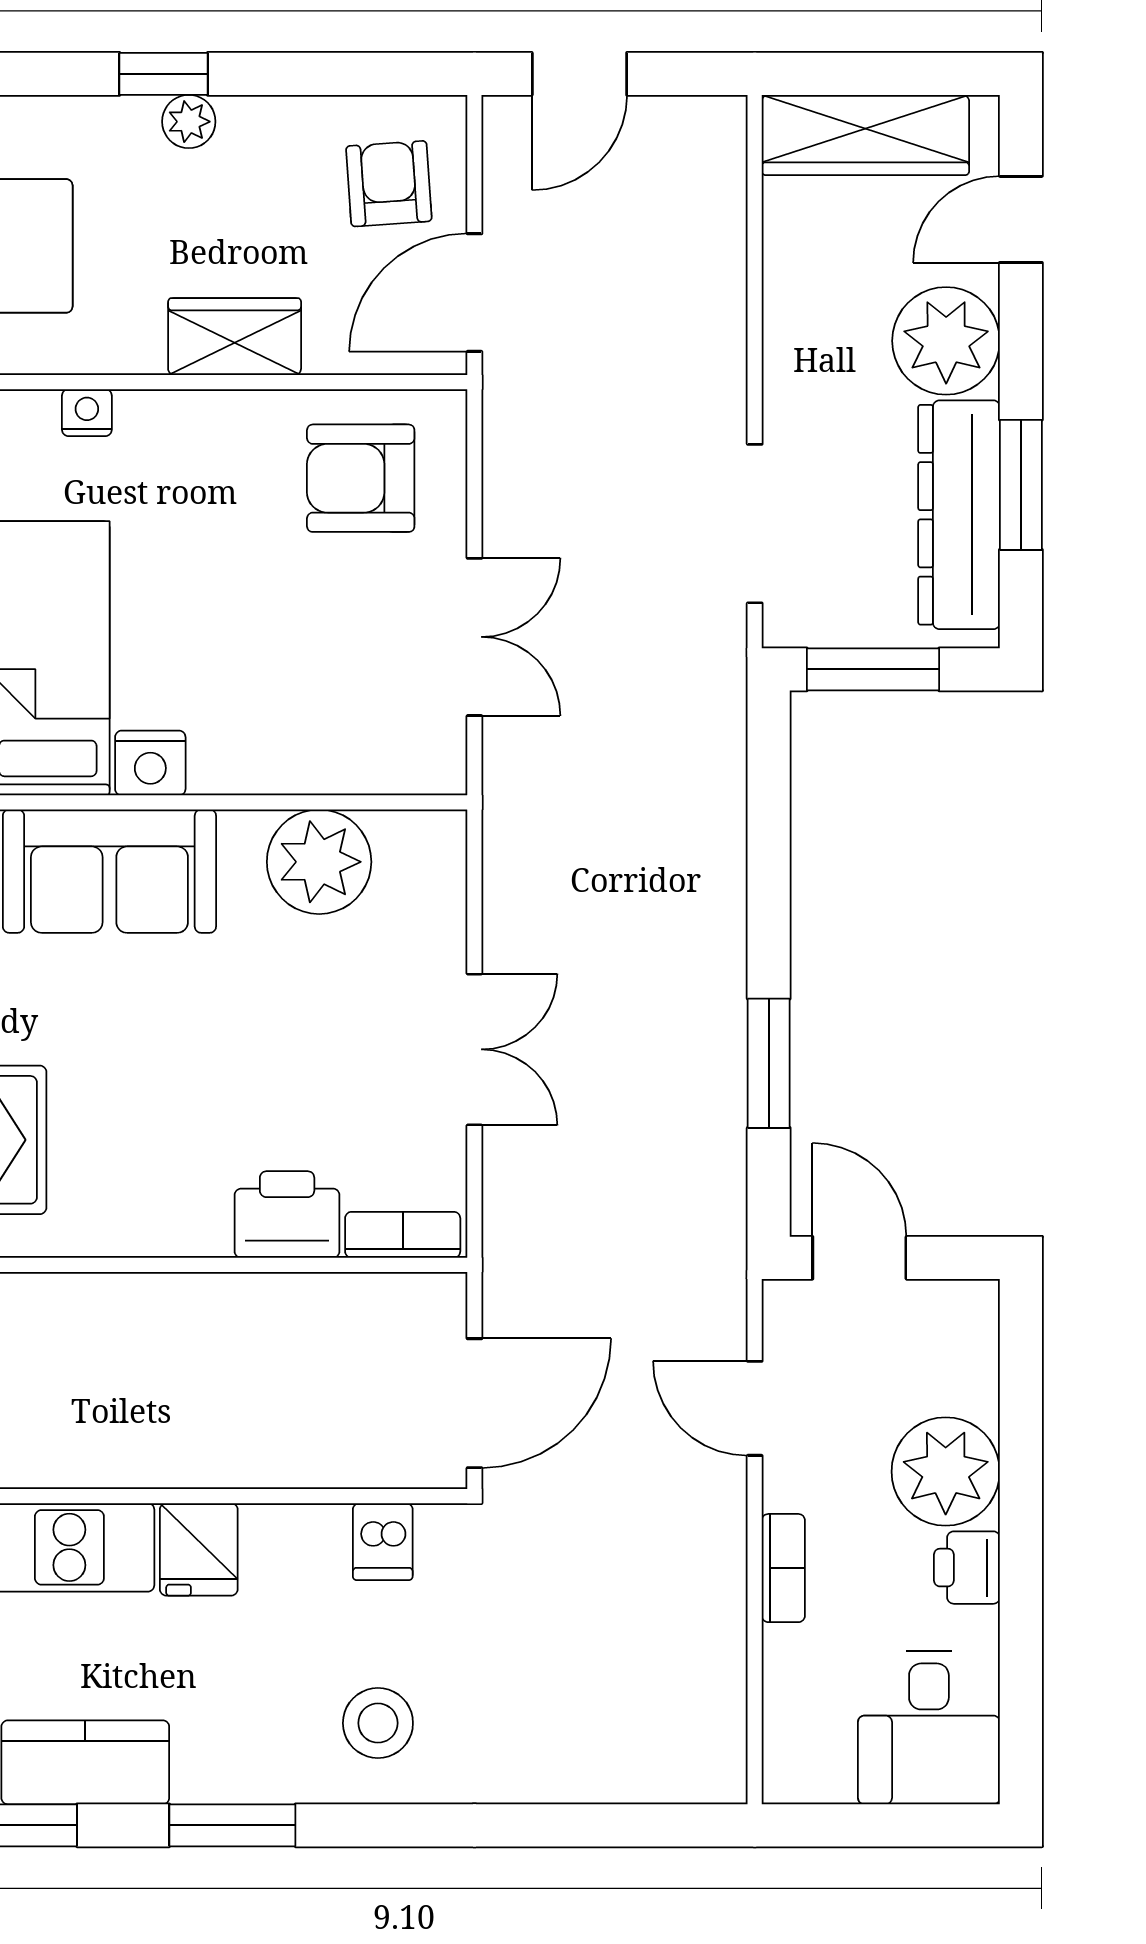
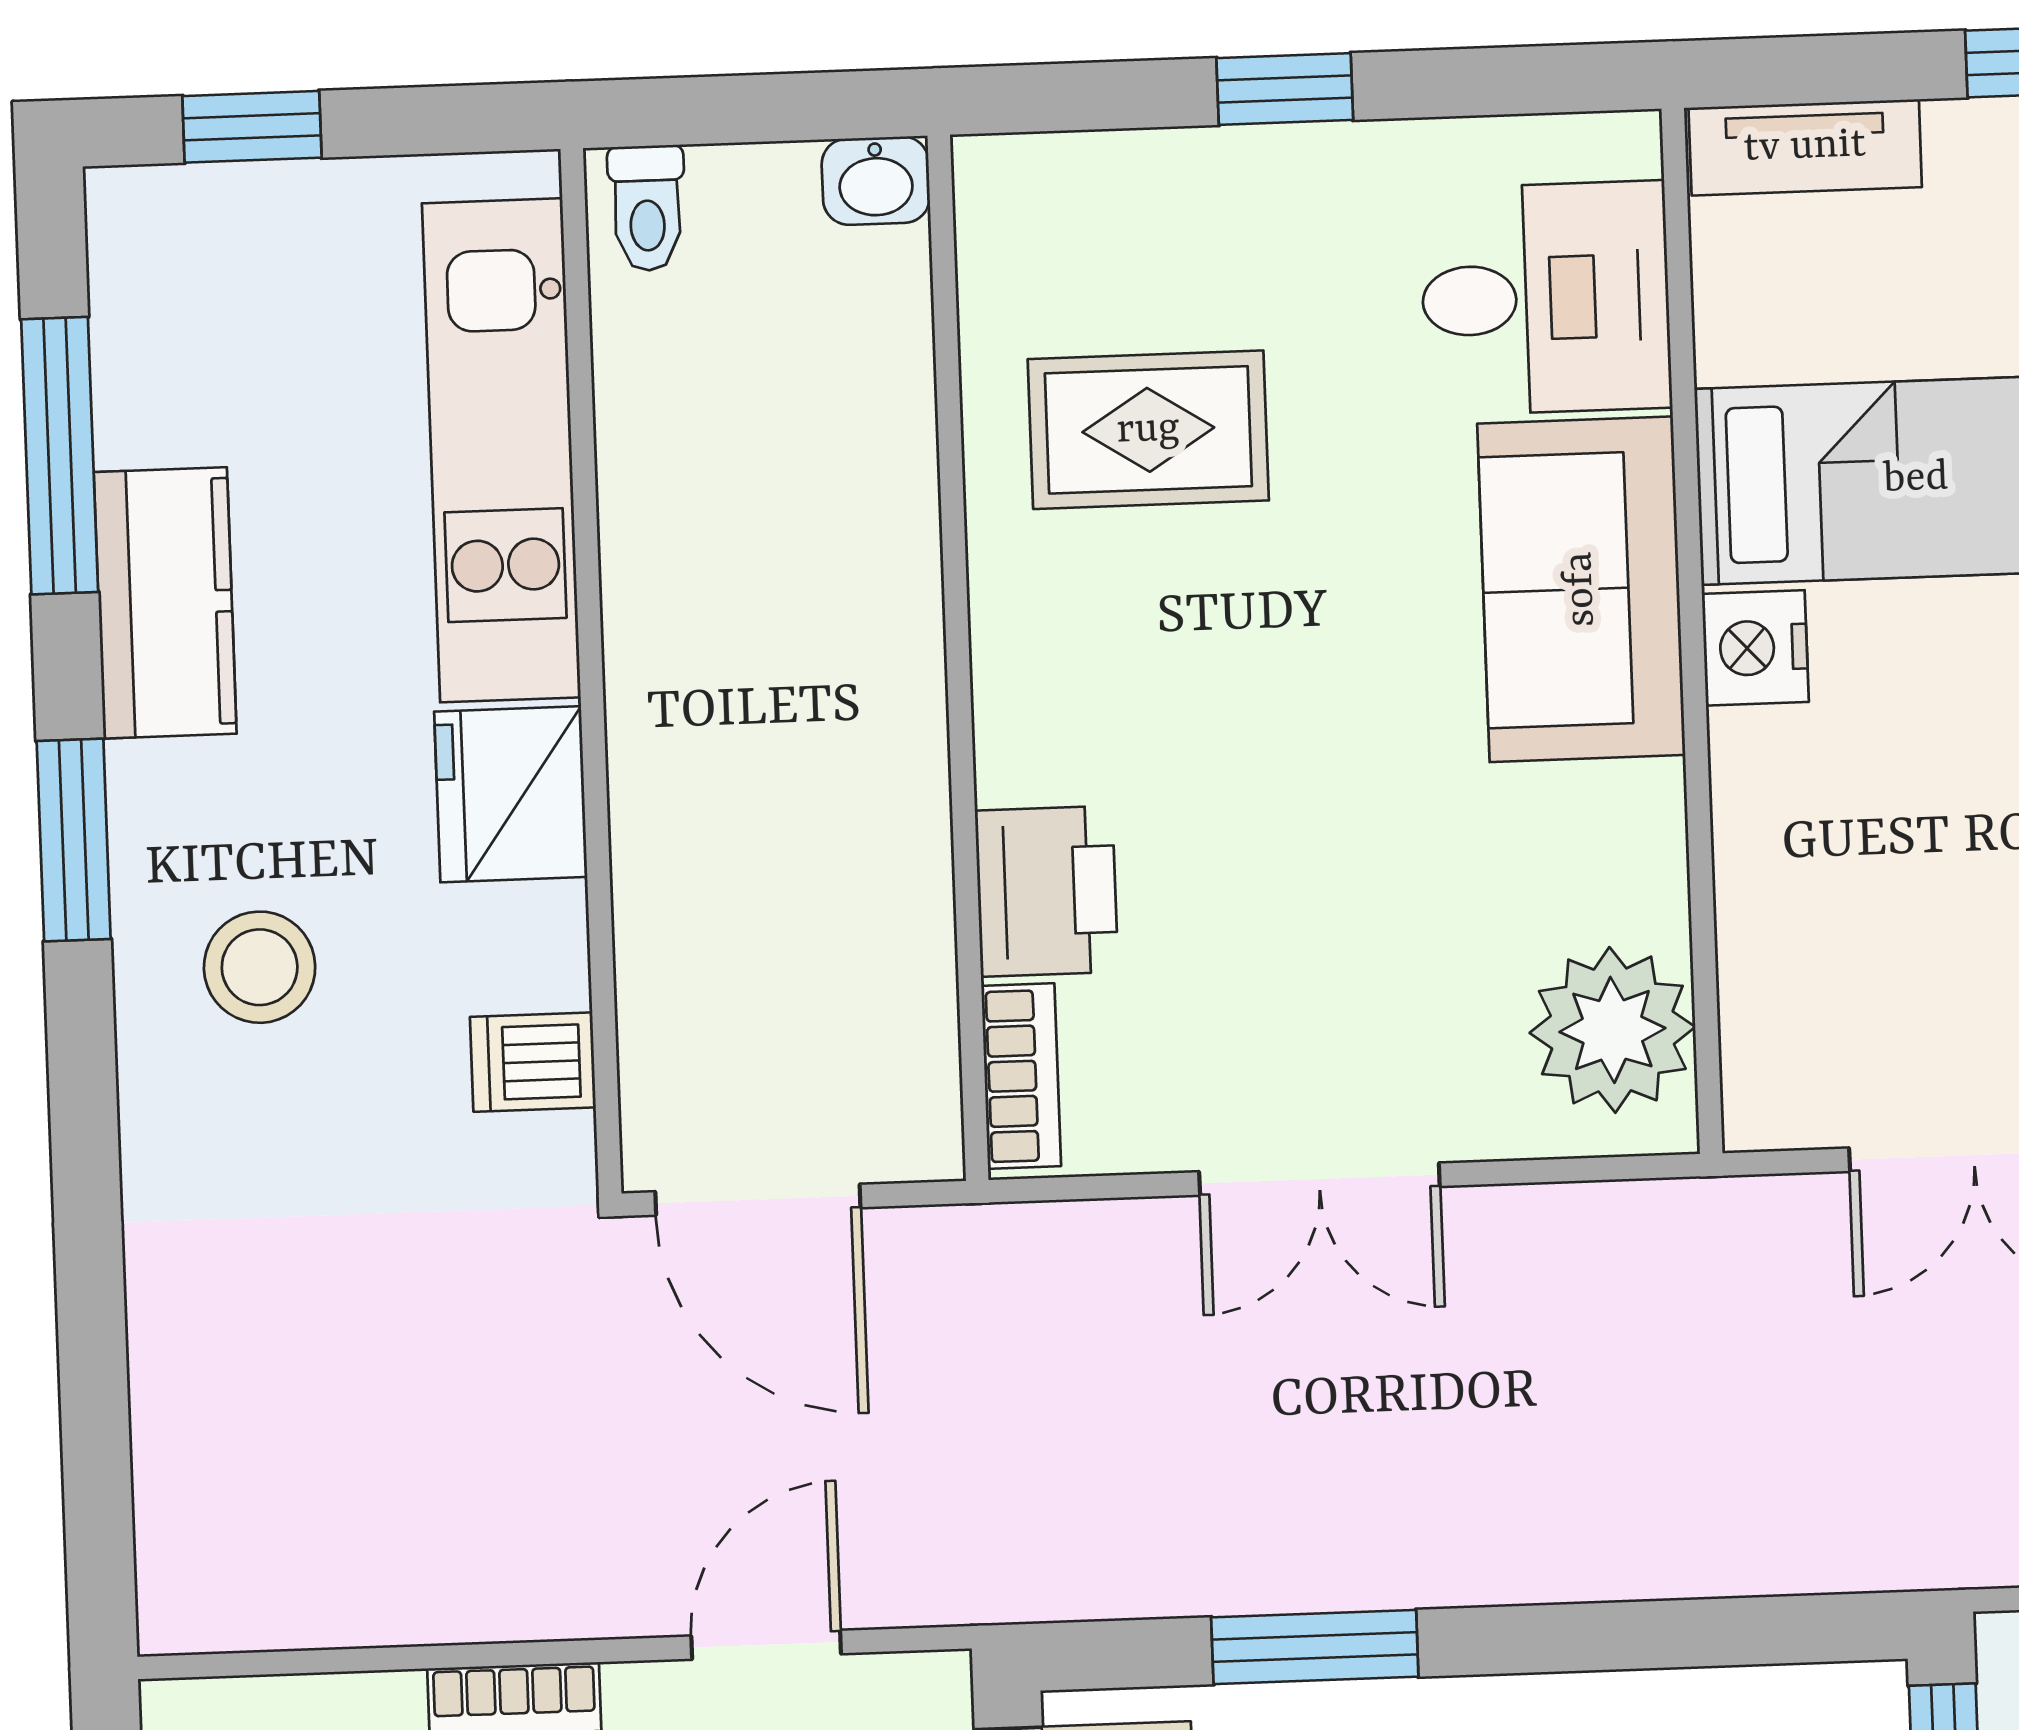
plant: (319, 862) -> (1612, 1030), moved
fridge: (199, 1549) -> (511, 794), width x1.38
stool: (378, 1723) -> (260, 967), moved

